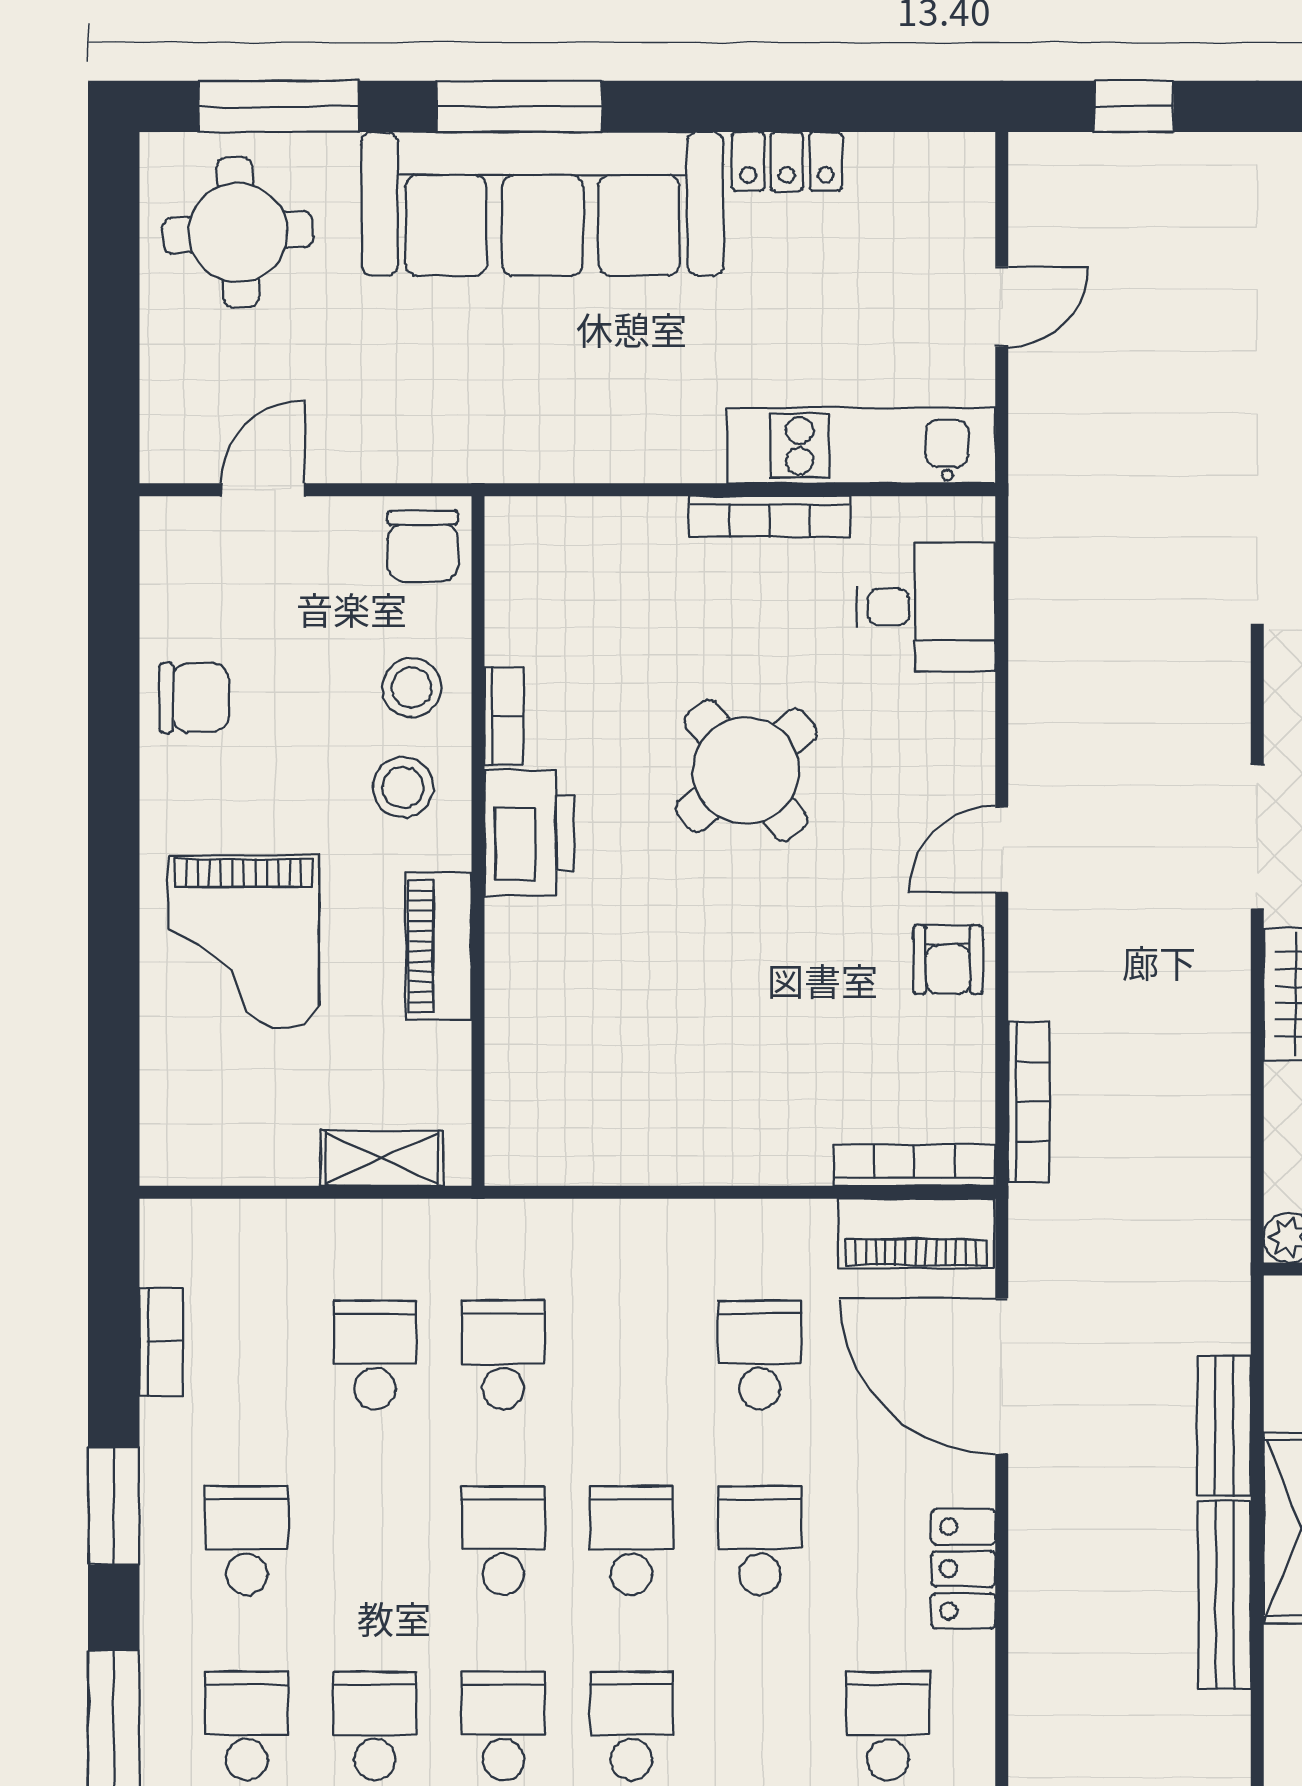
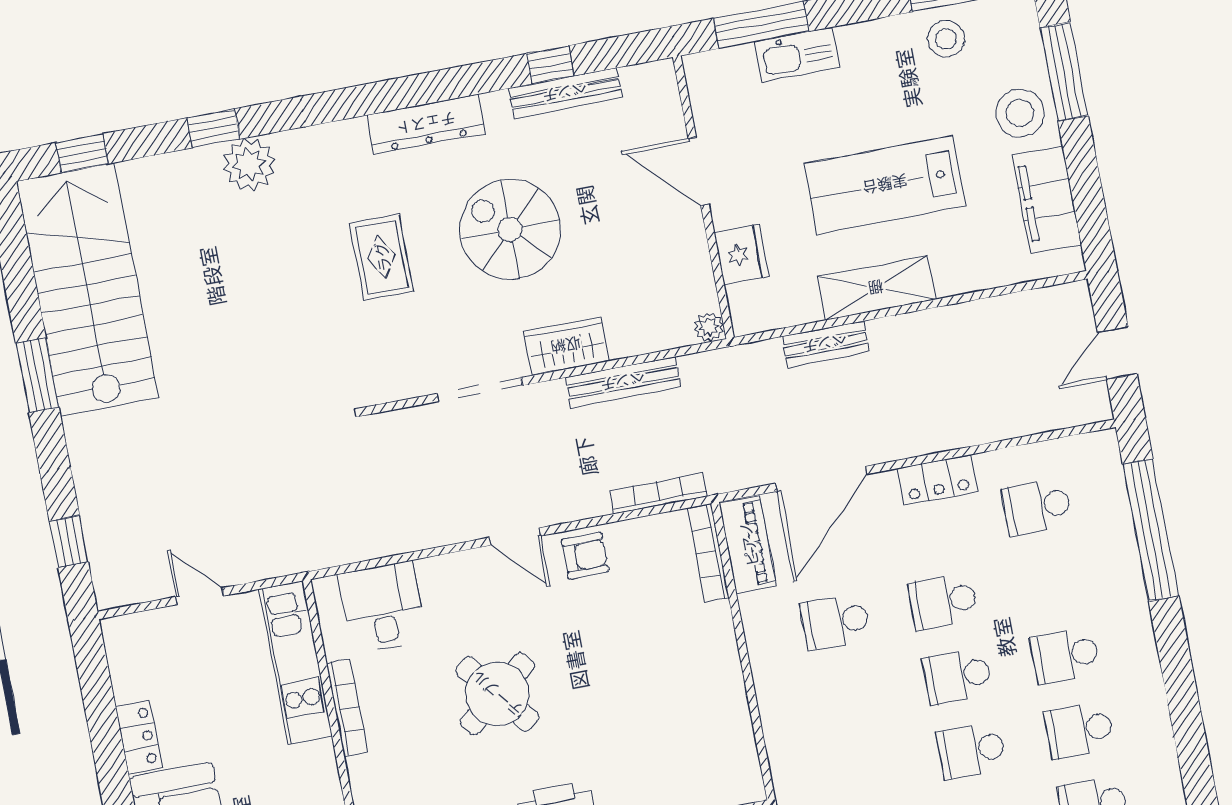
school desk: (503, 1355) -> (864, 771), removed
bench: (1225, 1595) -> (623, 382), moved

